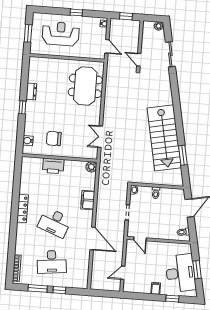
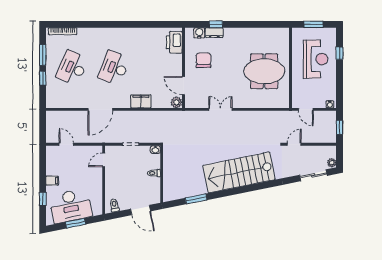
window: (76, 12) -> (339, 53), moved
door: (107, 46) -> (306, 109), hinge flipped
sliding door: (170, 54) -> (313, 175), moved
meeting table: (85, 86) -> (264, 71), moved
dresser: (31, 92) -> (214, 33), moved
window: (22, 107) -> (216, 24), moved
double door: (100, 137) -> (220, 109), moved
stairs: (164, 138) -> (239, 172), moved
door: (76, 159) -> (183, 86), added
printer: (53, 166) -> (174, 42), moved
locker: (23, 208) -> (127, 33), removed
desk: (52, 262) -> (72, 68), turned 30

